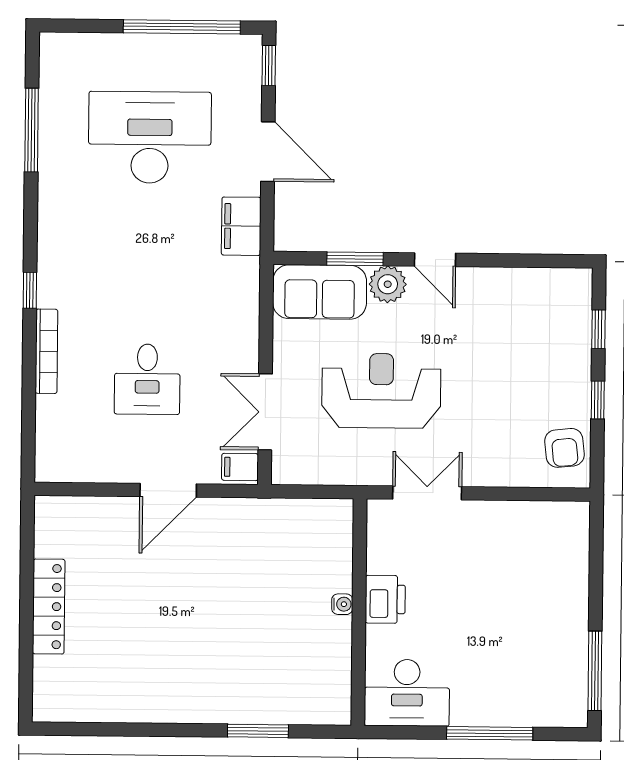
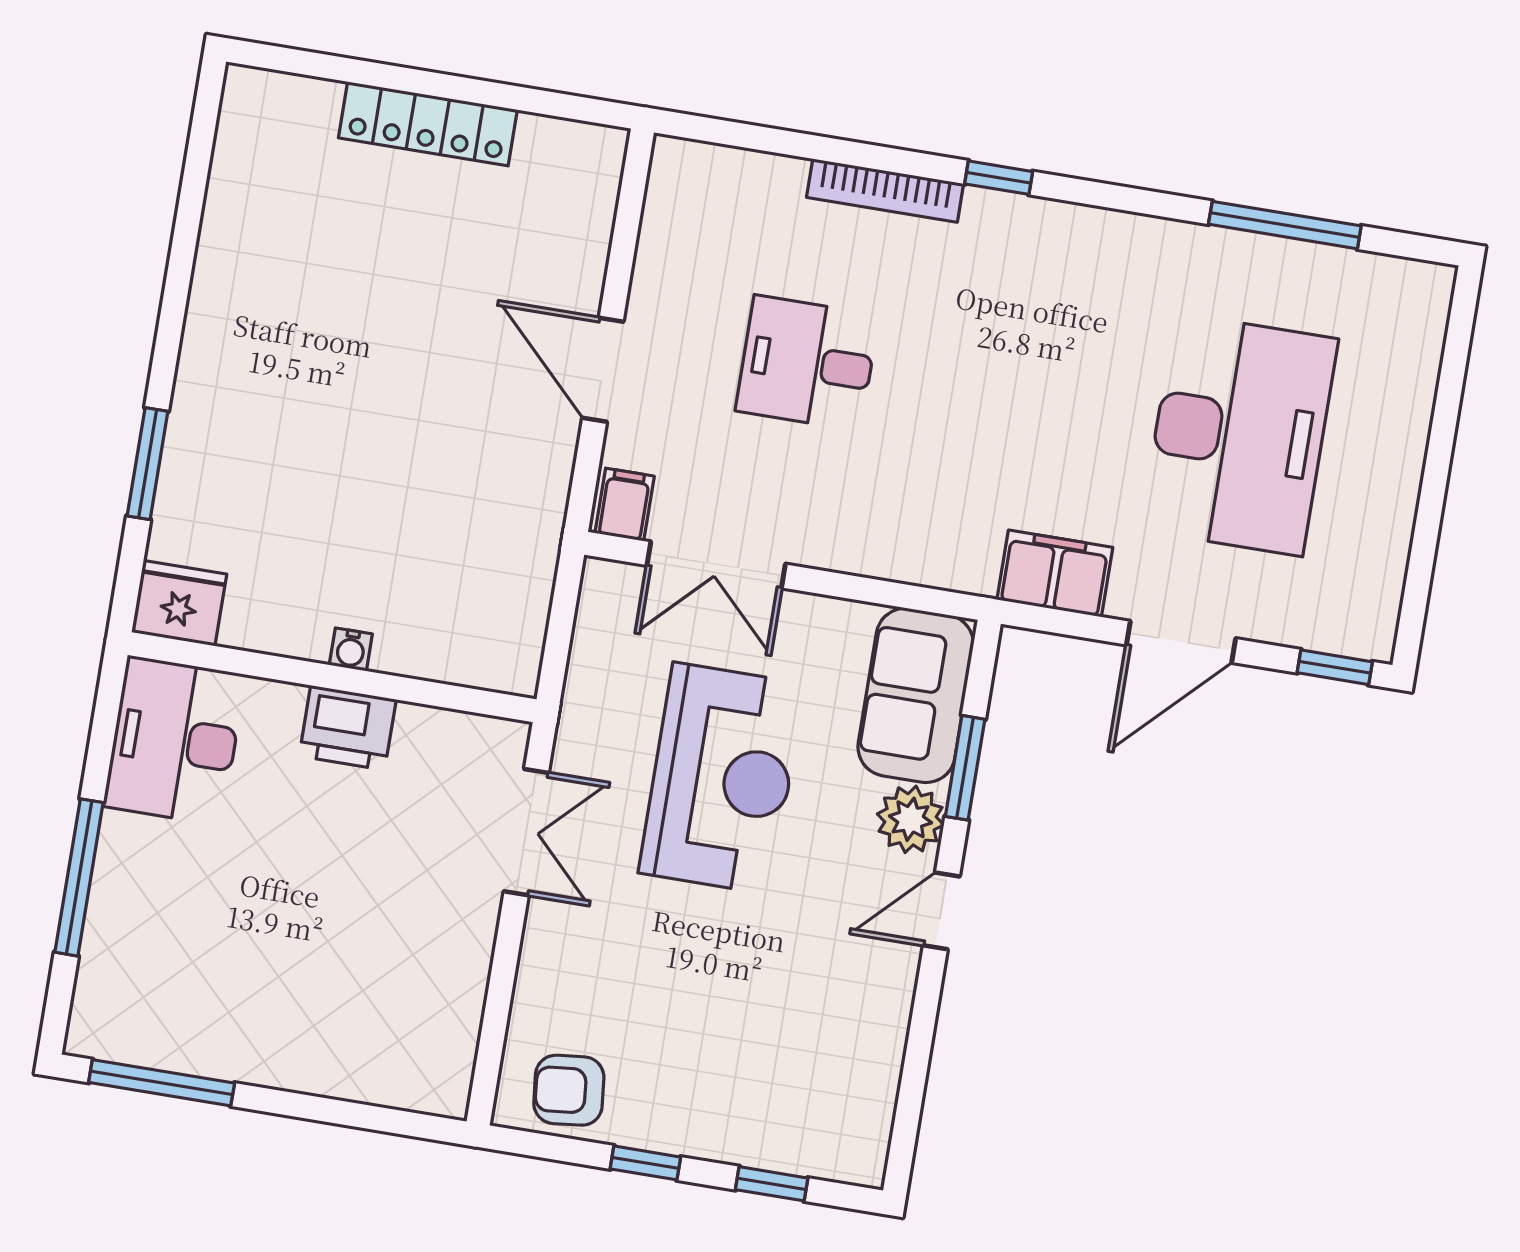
window: (182, 27) -> (1428, 522), removed
double door: (265, 412) -> (716, 565), swing flipped
fridge: (331, 702) -> (179, 603), added

